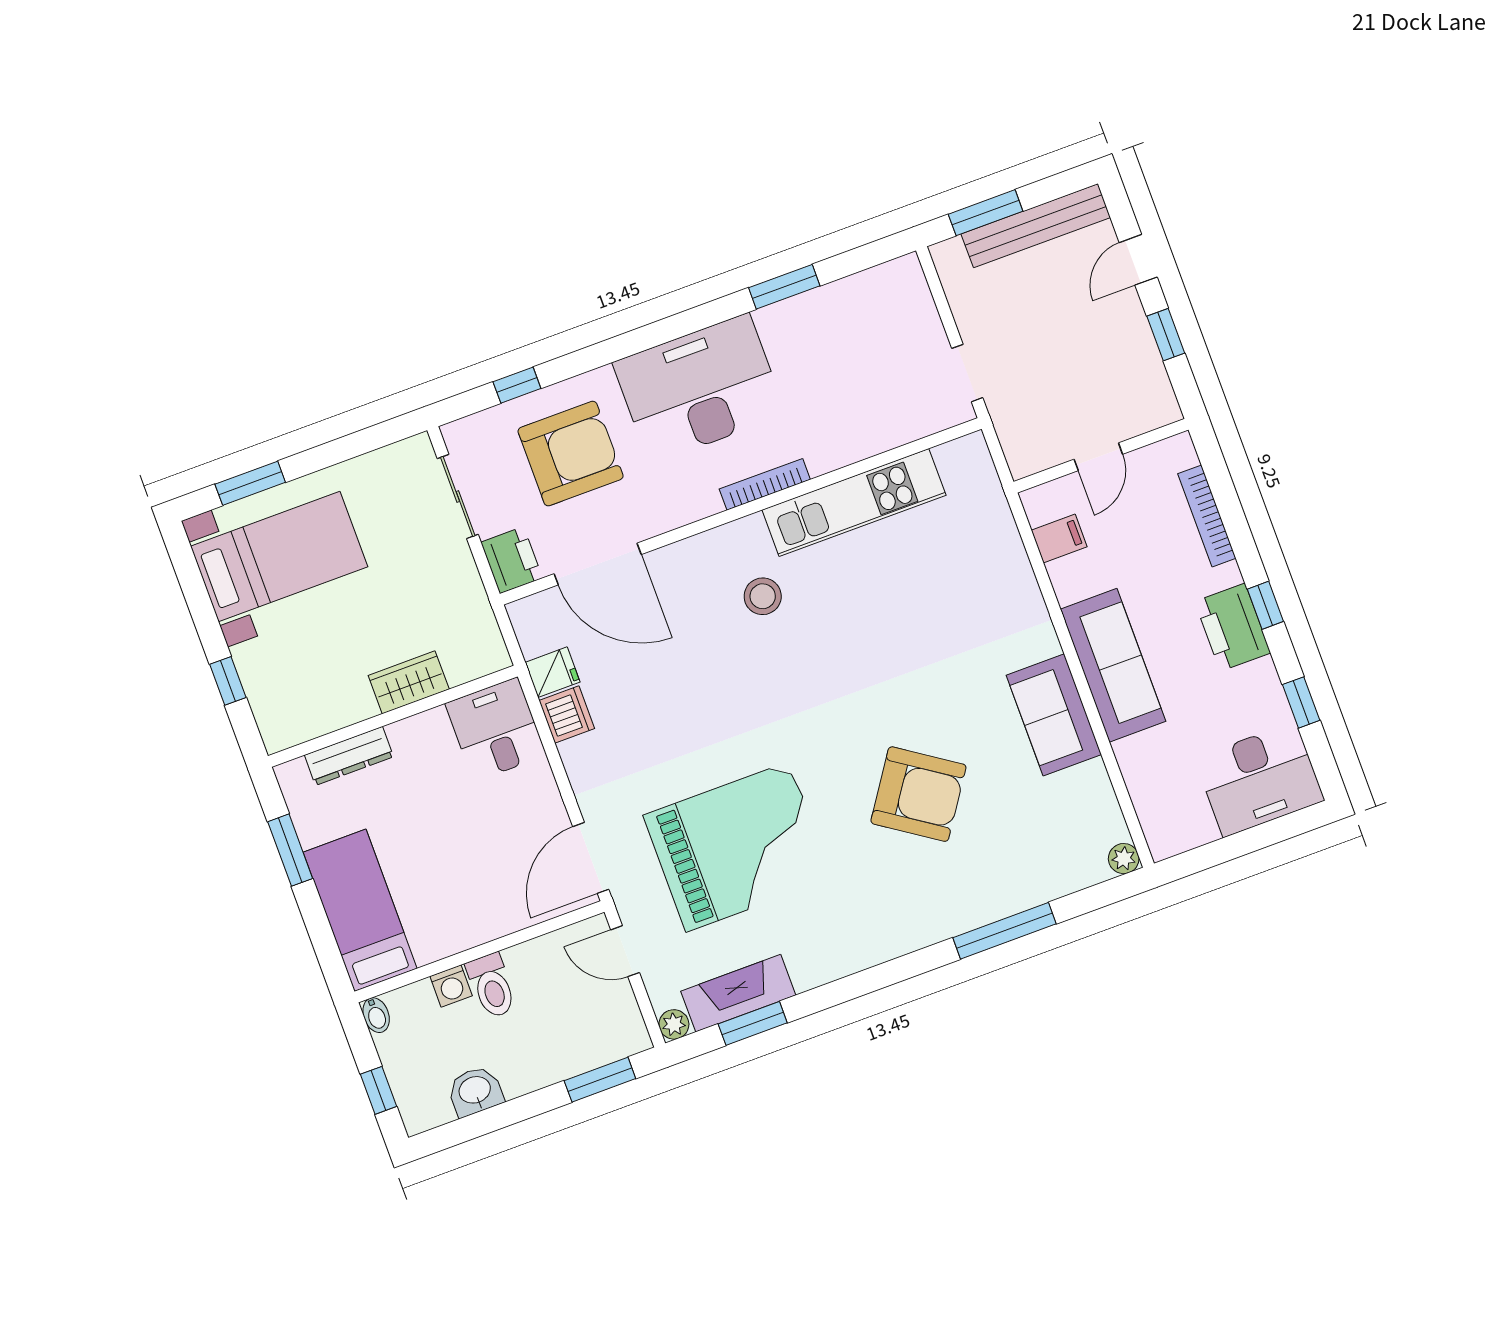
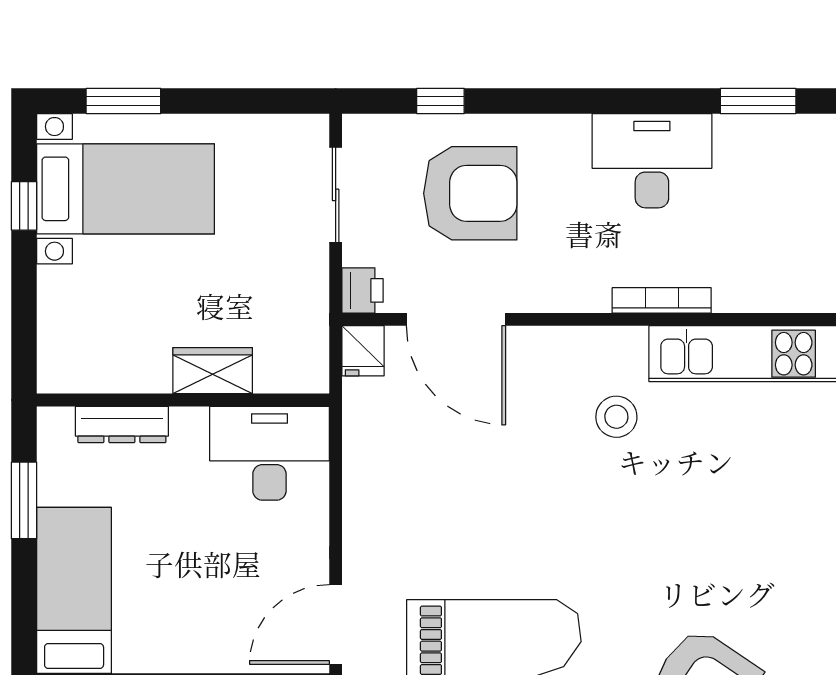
desk: (699, 389) -> (652, 161), width x0.73, depth x0.77
printer: (512, 560) -> (363, 290), width x0.73, depth x0.81
fridge: (552, 672) -> (363, 351), moved, turned 90
window: (228, 681) -> (24, 206), moved
dishwasher: (567, 715) -> (366, 465), removed
desk: (496, 729) -> (269, 453), width x1.37

